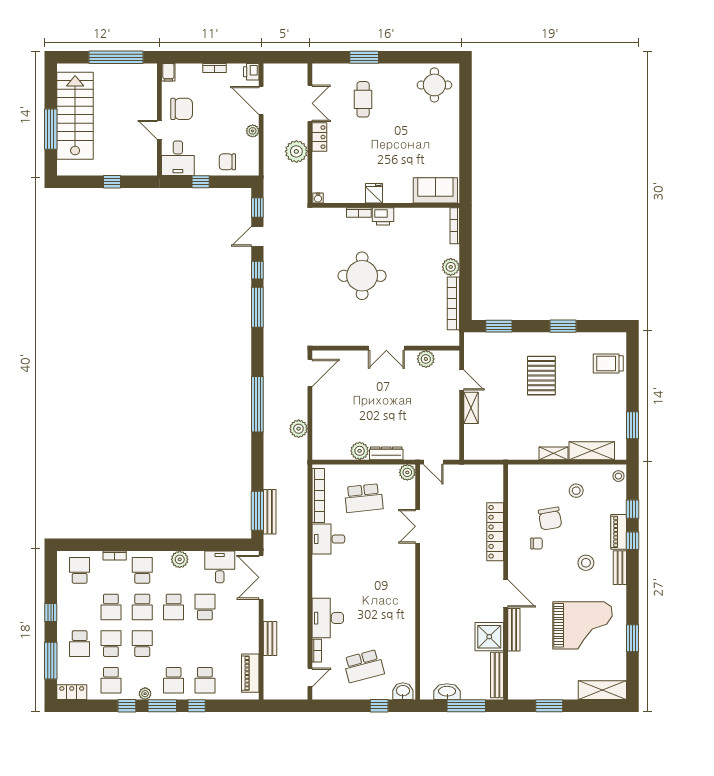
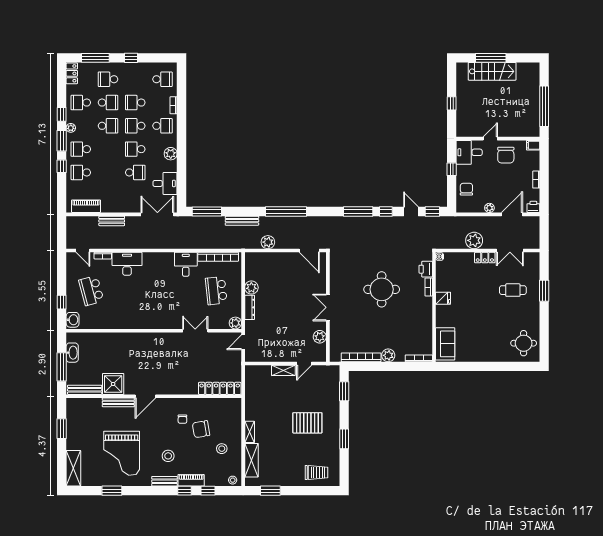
stairs: (75, 116) -> (492, 71), width x0.73, depth x0.66
printer: (383, 216) -> (426, 269), moved
trolley: (608, 363) -> (316, 473), turned 90
bench: (270, 512) -> (242, 221), moved
locker: (495, 532) -> (220, 388), moved

